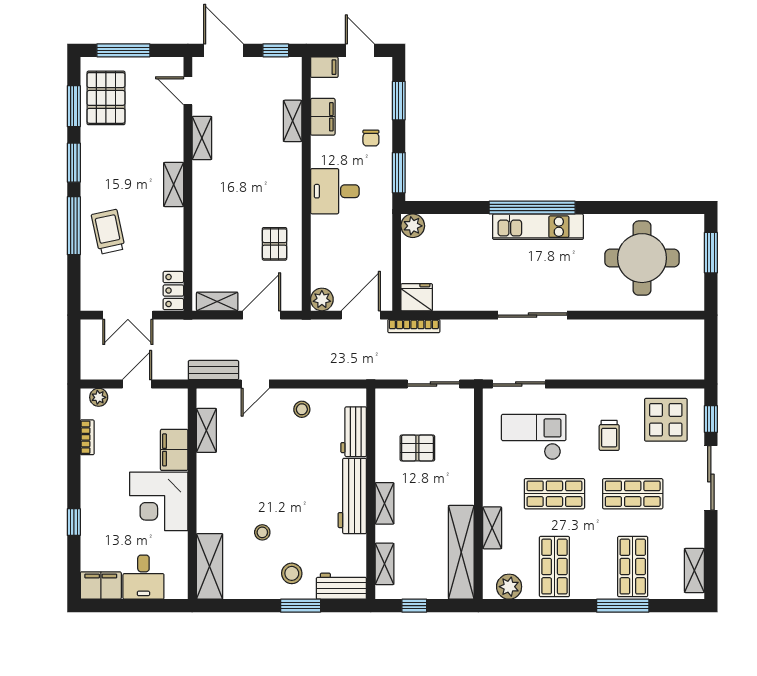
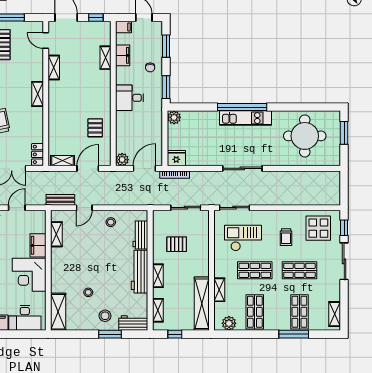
desk: (143, 577) -> (25, 318), width x1.37

